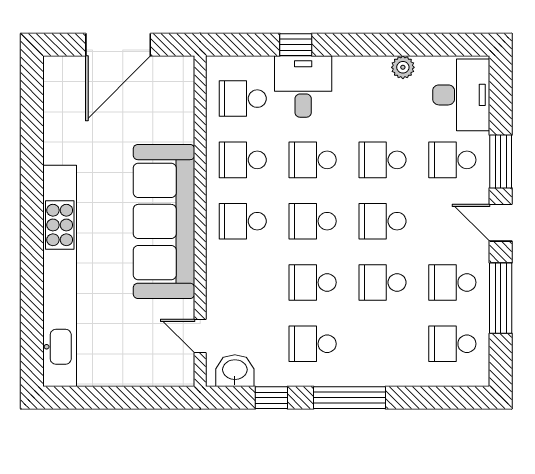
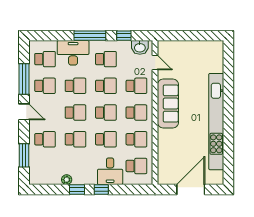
window: (296, 45) -> (101, 189), moved
window: (379, 45) -> (77, 189), added
desk: (461, 95) -> (73, 53), moved, turned 90
window: (501, 162) -> (24, 155), moved
sofa: (164, 221) -> (168, 104), width x0.74, depth x0.79
kitchen unit: (60, 276) -> (216, 122), moved
school desk: (243, 282) -> (136, 86), added

